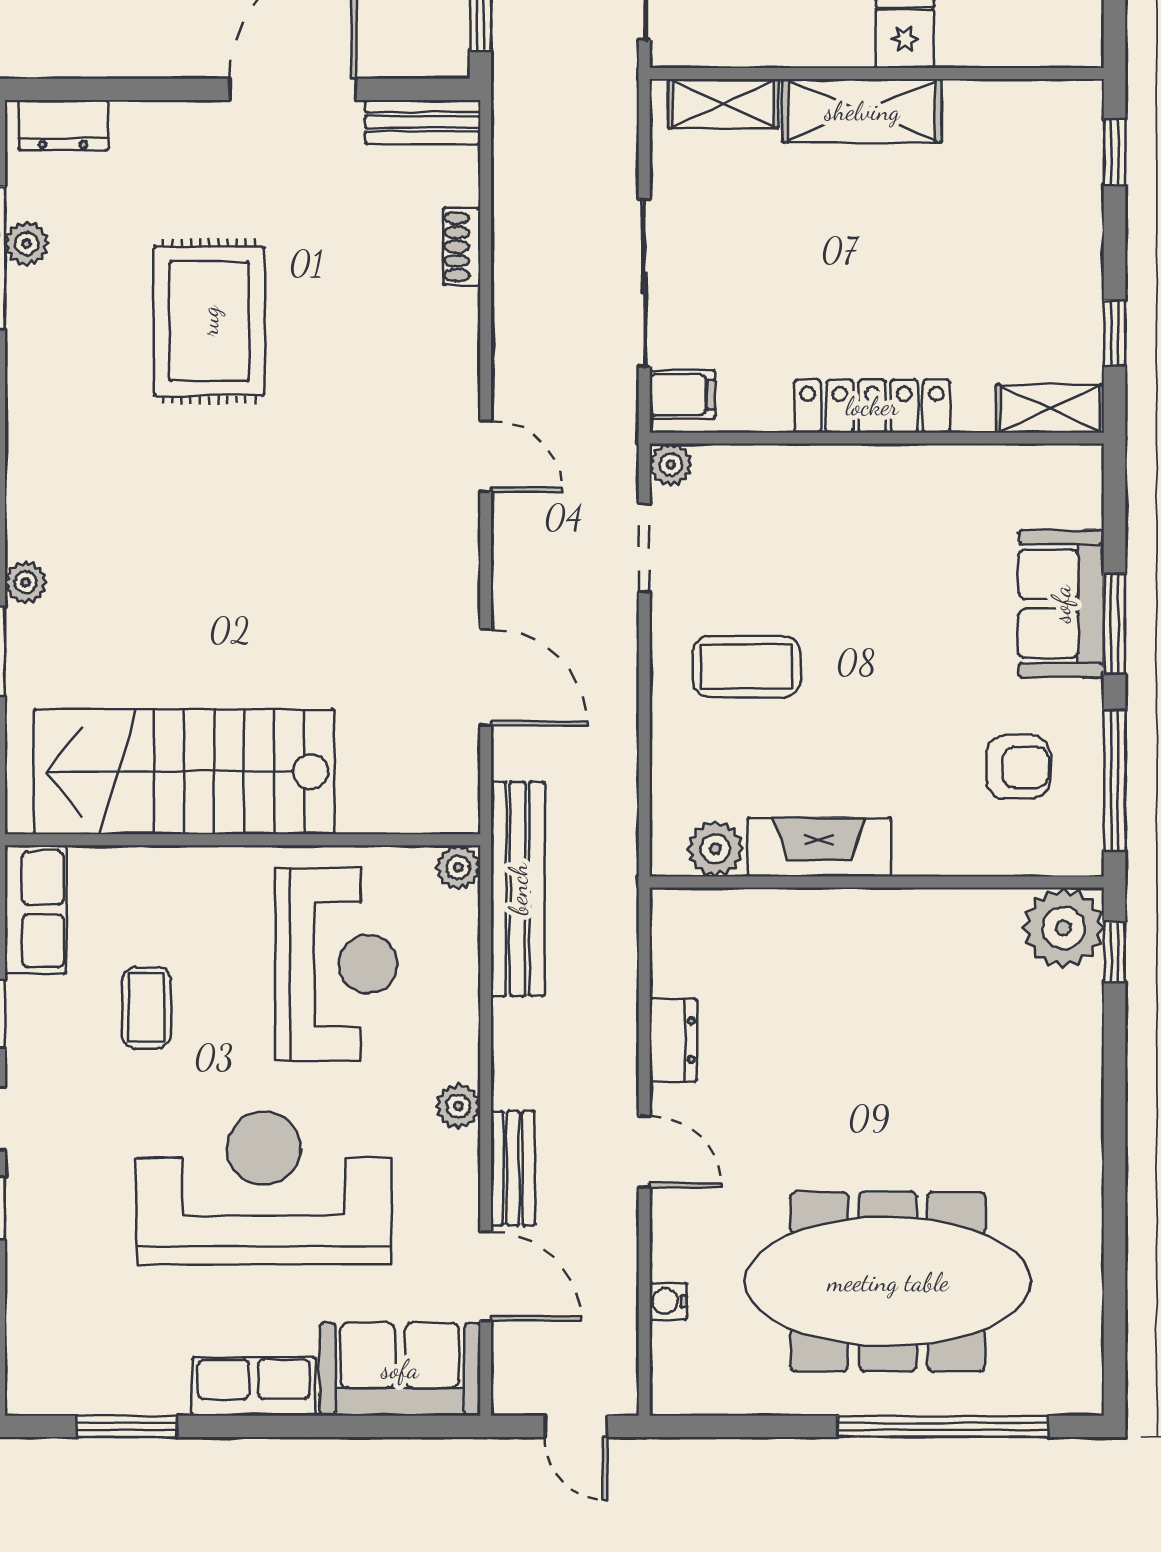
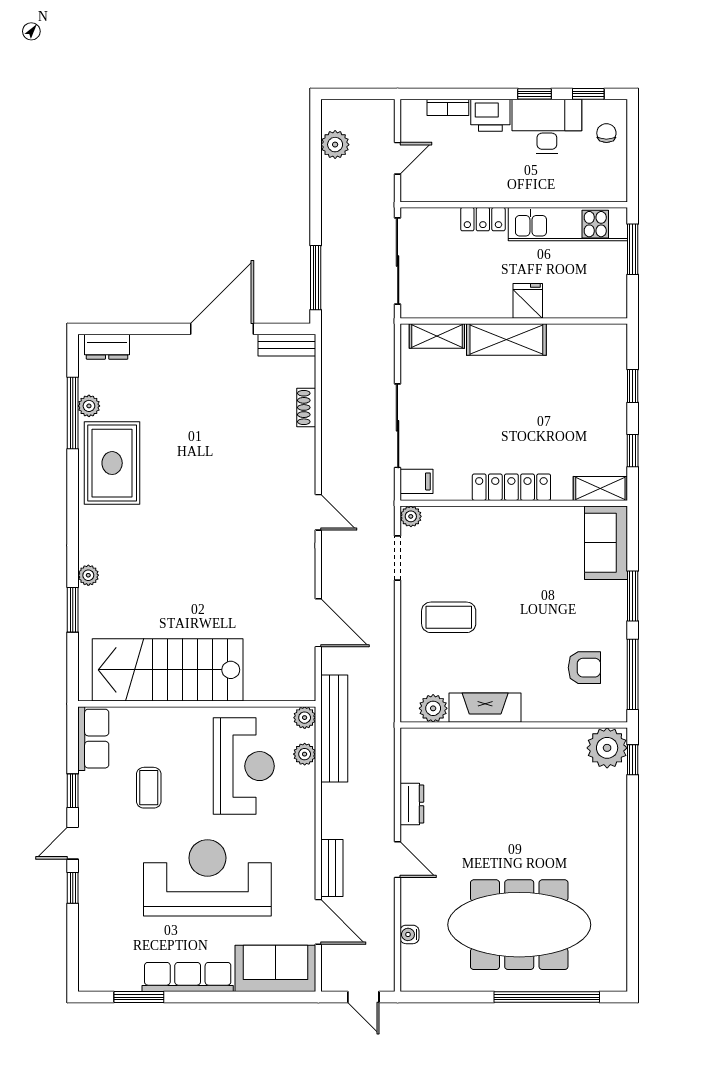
window: (1115, 152) -> (633, 386), moved
rug: (209, 321) -> (112, 463), moved
sofa: (1061, 604) -> (606, 543), moved
plant: (458, 1106) -> (305, 754), moved
row of seats: (254, 1386) -> (188, 977), width x1.48

